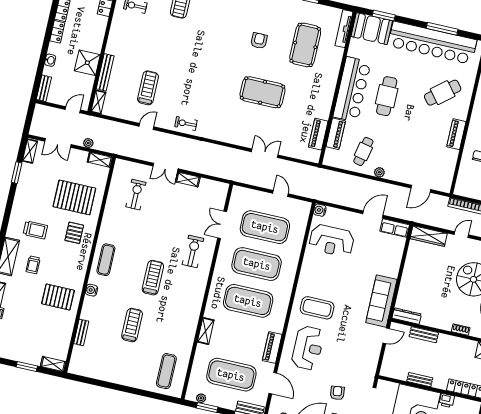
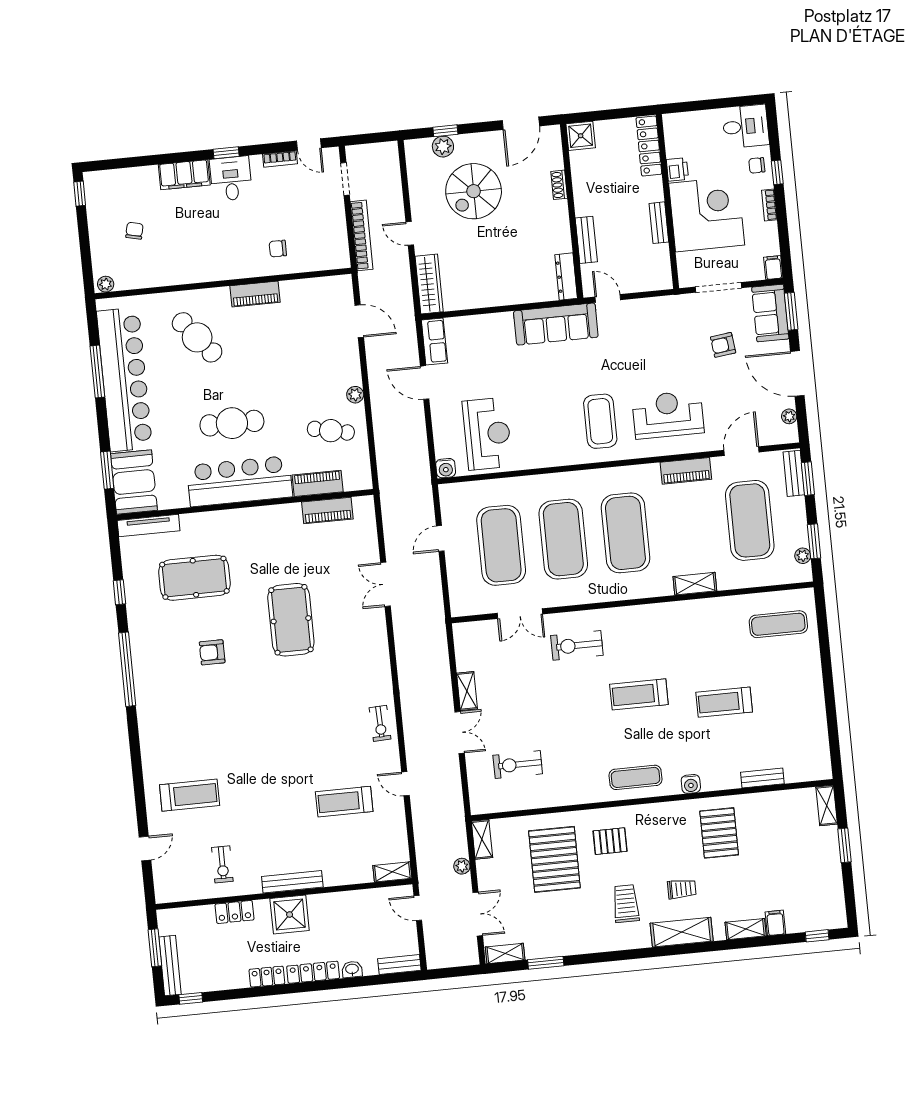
locker: (57, 32) -> (313, 972), width x1.53
shower: (87, 63) -> (290, 915), moved
bench: (105, 72) -> (292, 882), moved

